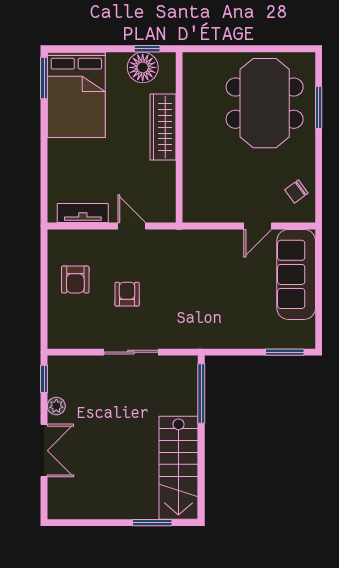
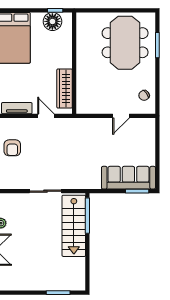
wardrobe: (163, 127) -> (65, 88), moved
sofa: (296, 274) -> (128, 178), moved, turned 90
armchair: (127, 294) -> (43, 156), removed
stairs: (178, 468) -> (74, 226), moved

